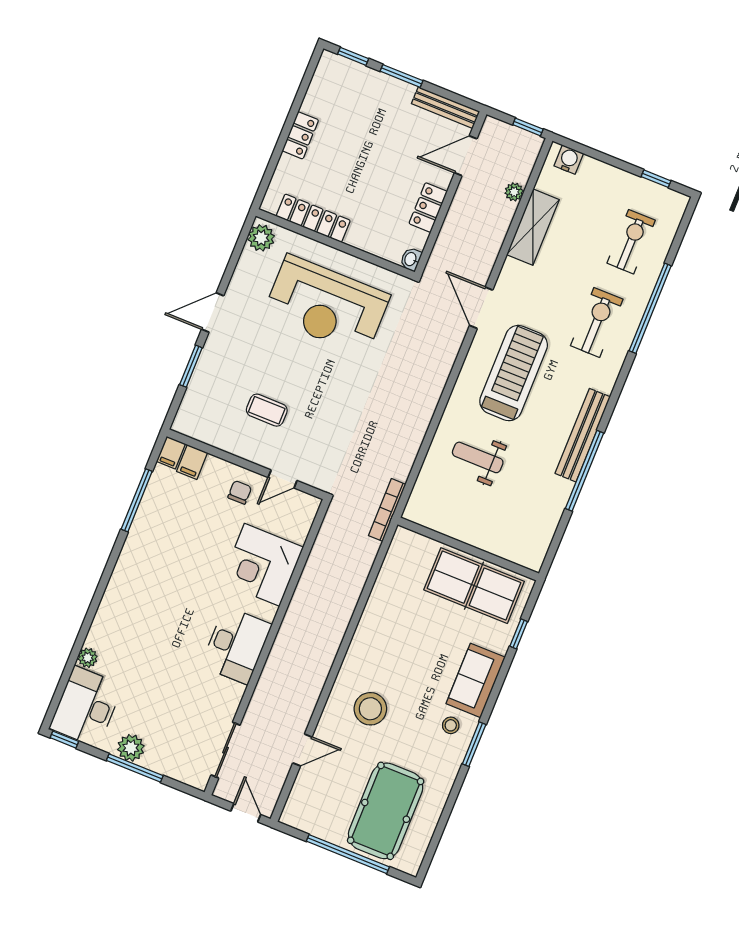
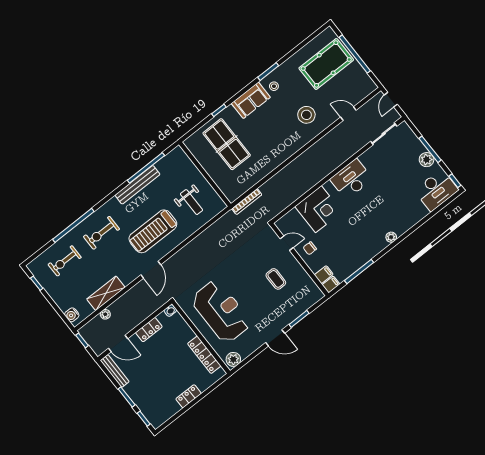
wall: (468, 549) -> (205, 174), moved
plant: (88, 658) -> (391, 237), moved

